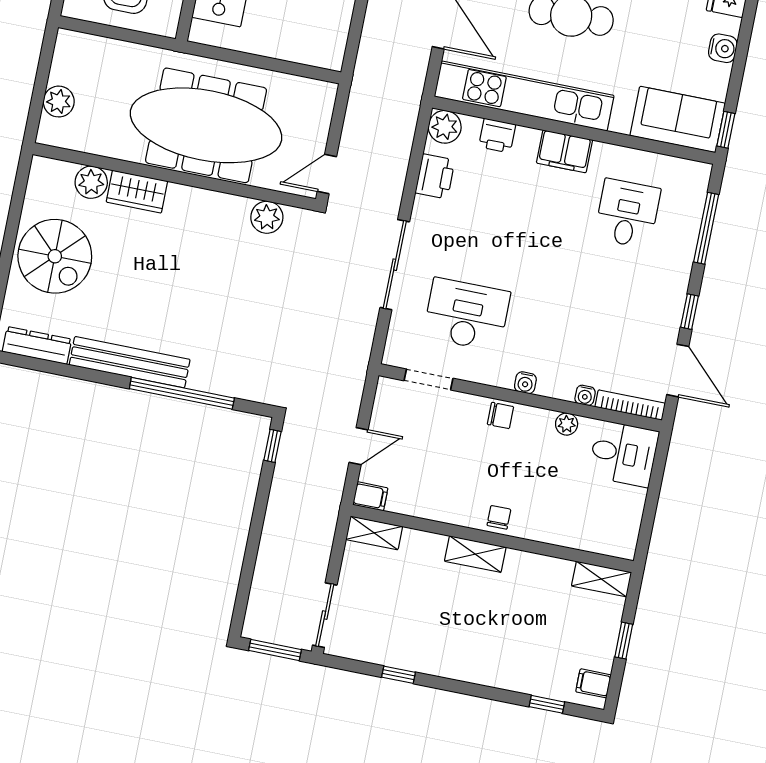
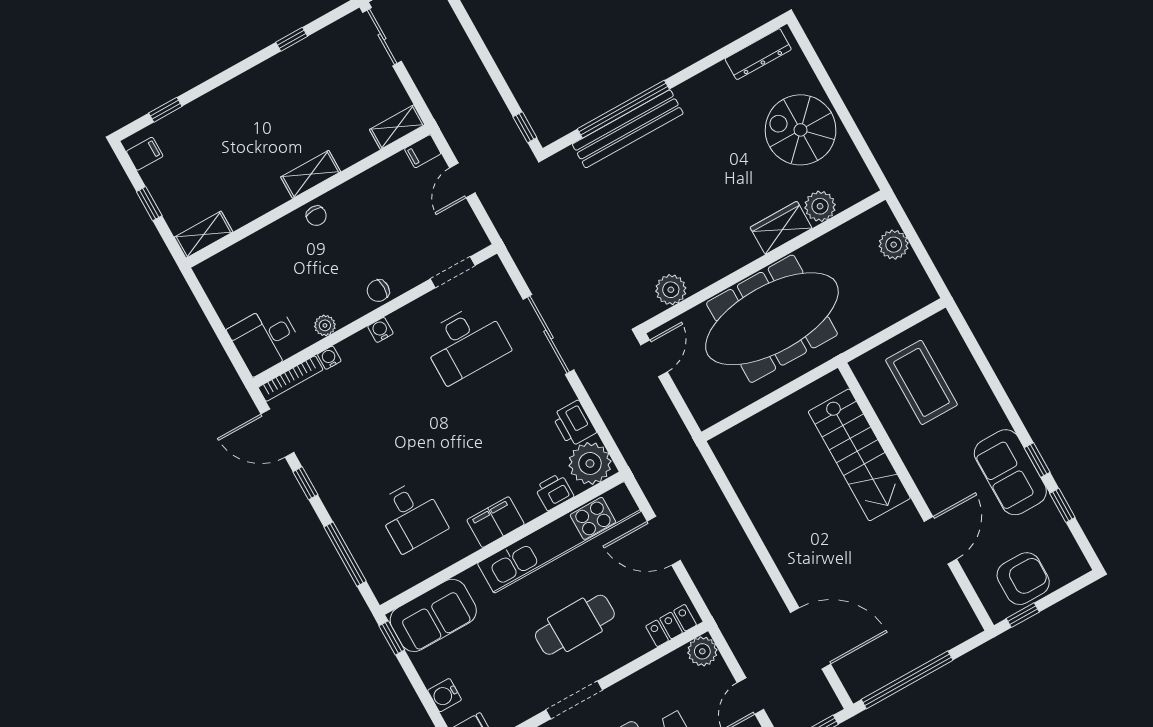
plant: (445, 127) -> (590, 463), width x1.36, depth x1.36
bench: (130, 362) -> (628, 129), moved

